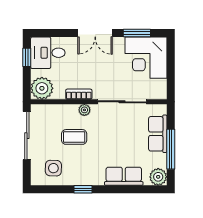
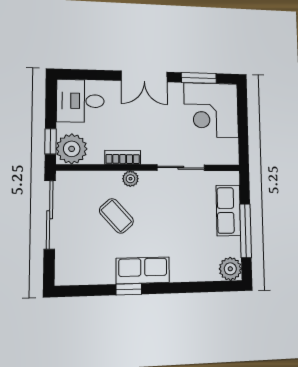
window: (27, 57) -> (51, 141), moved
sliding door: (122, 102) -> (181, 168), width x0.73
coffee table: (74, 137) -> (116, 216), turned 48
side table: (53, 168) -> (87, 260), removed
row of seats: (124, 176) -> (143, 270), moved

